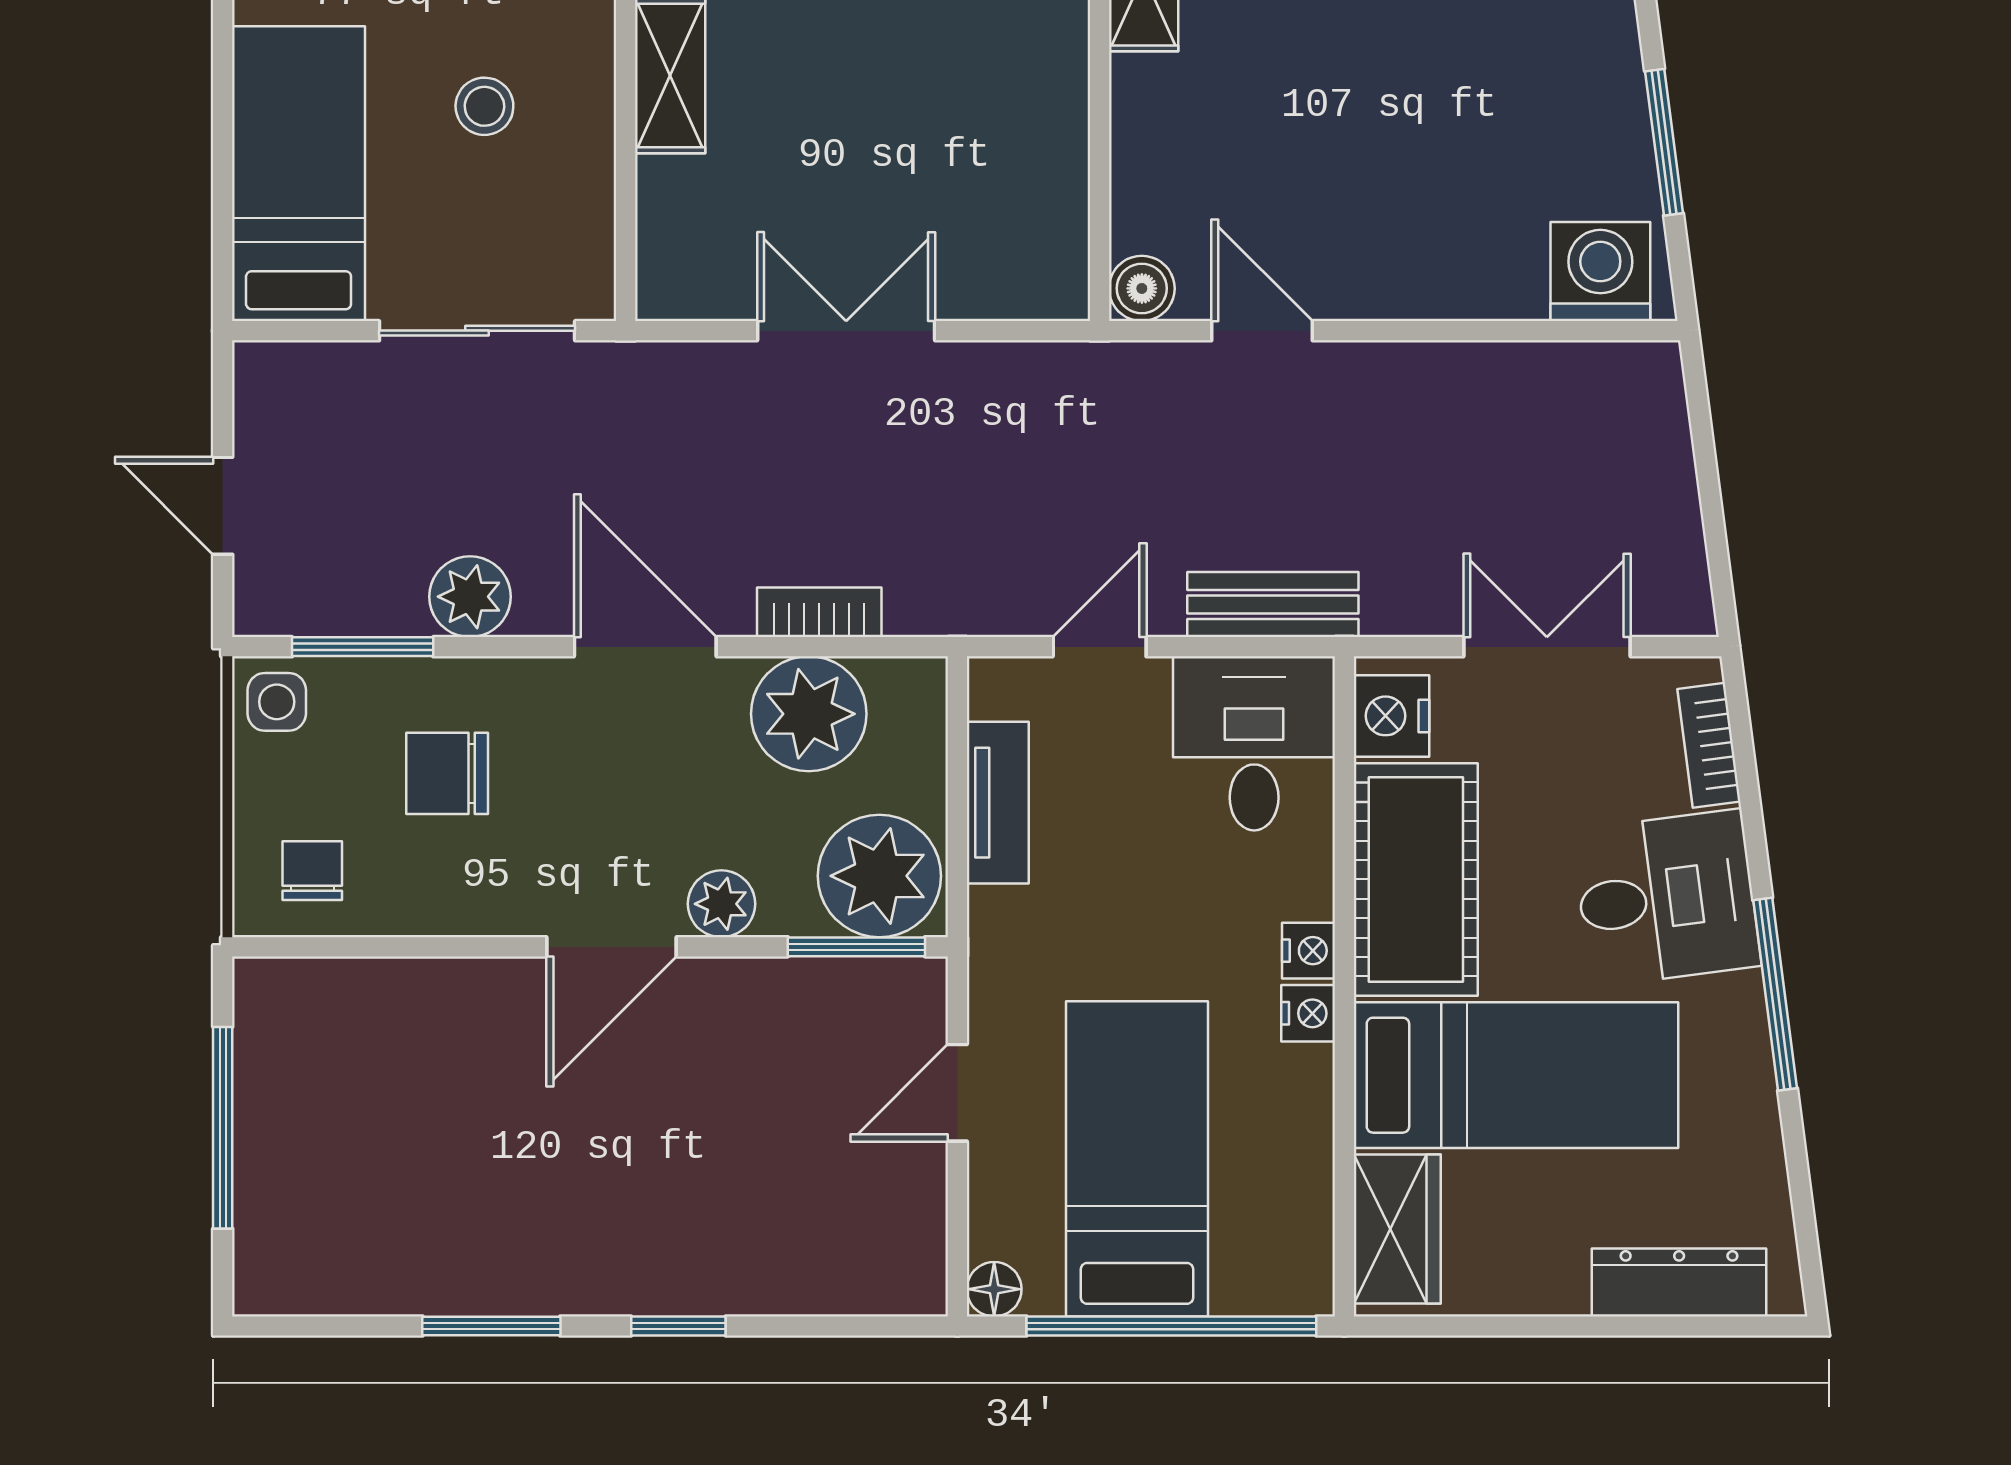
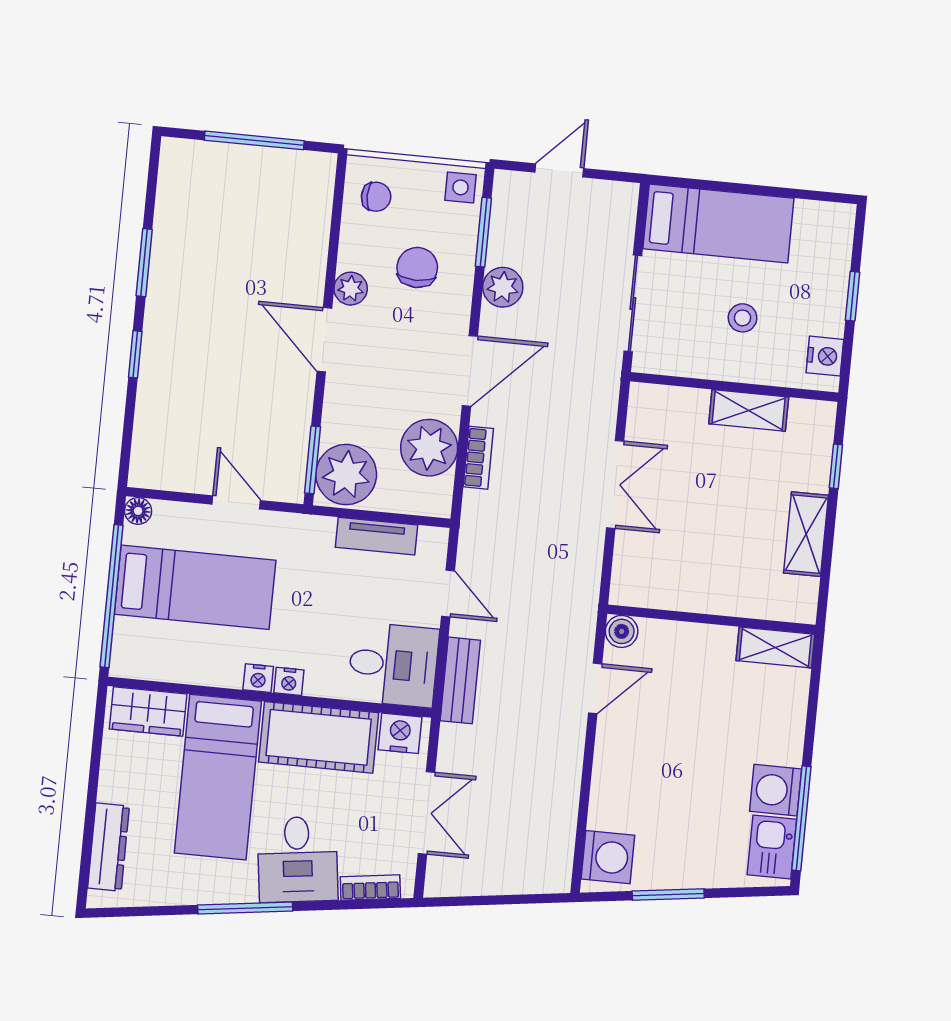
plant: (721, 904) -> (351, 289), moved

